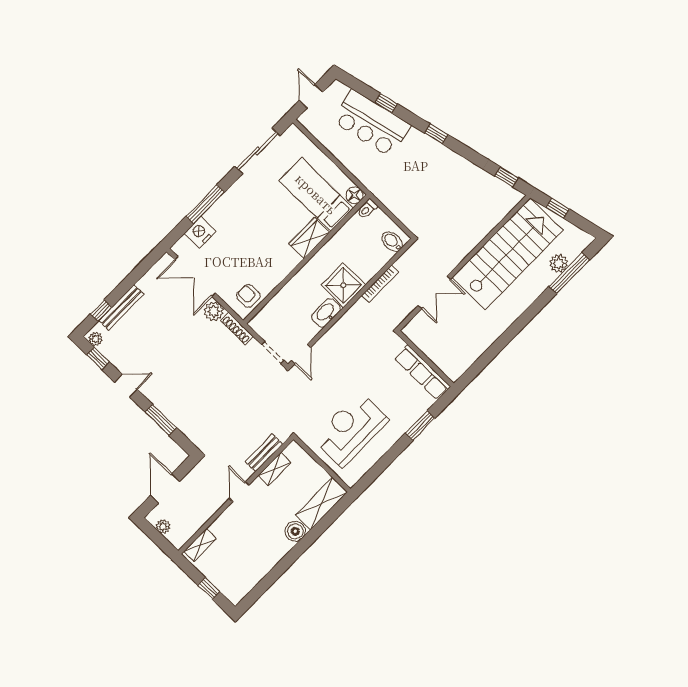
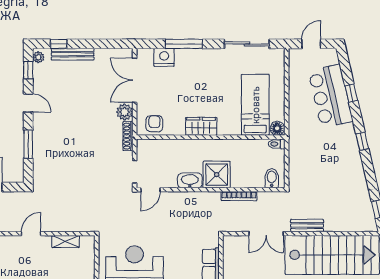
wardrobe: (309, 238) -> (201, 126), moved
bench: (264, 453) -> (307, 226), moved

